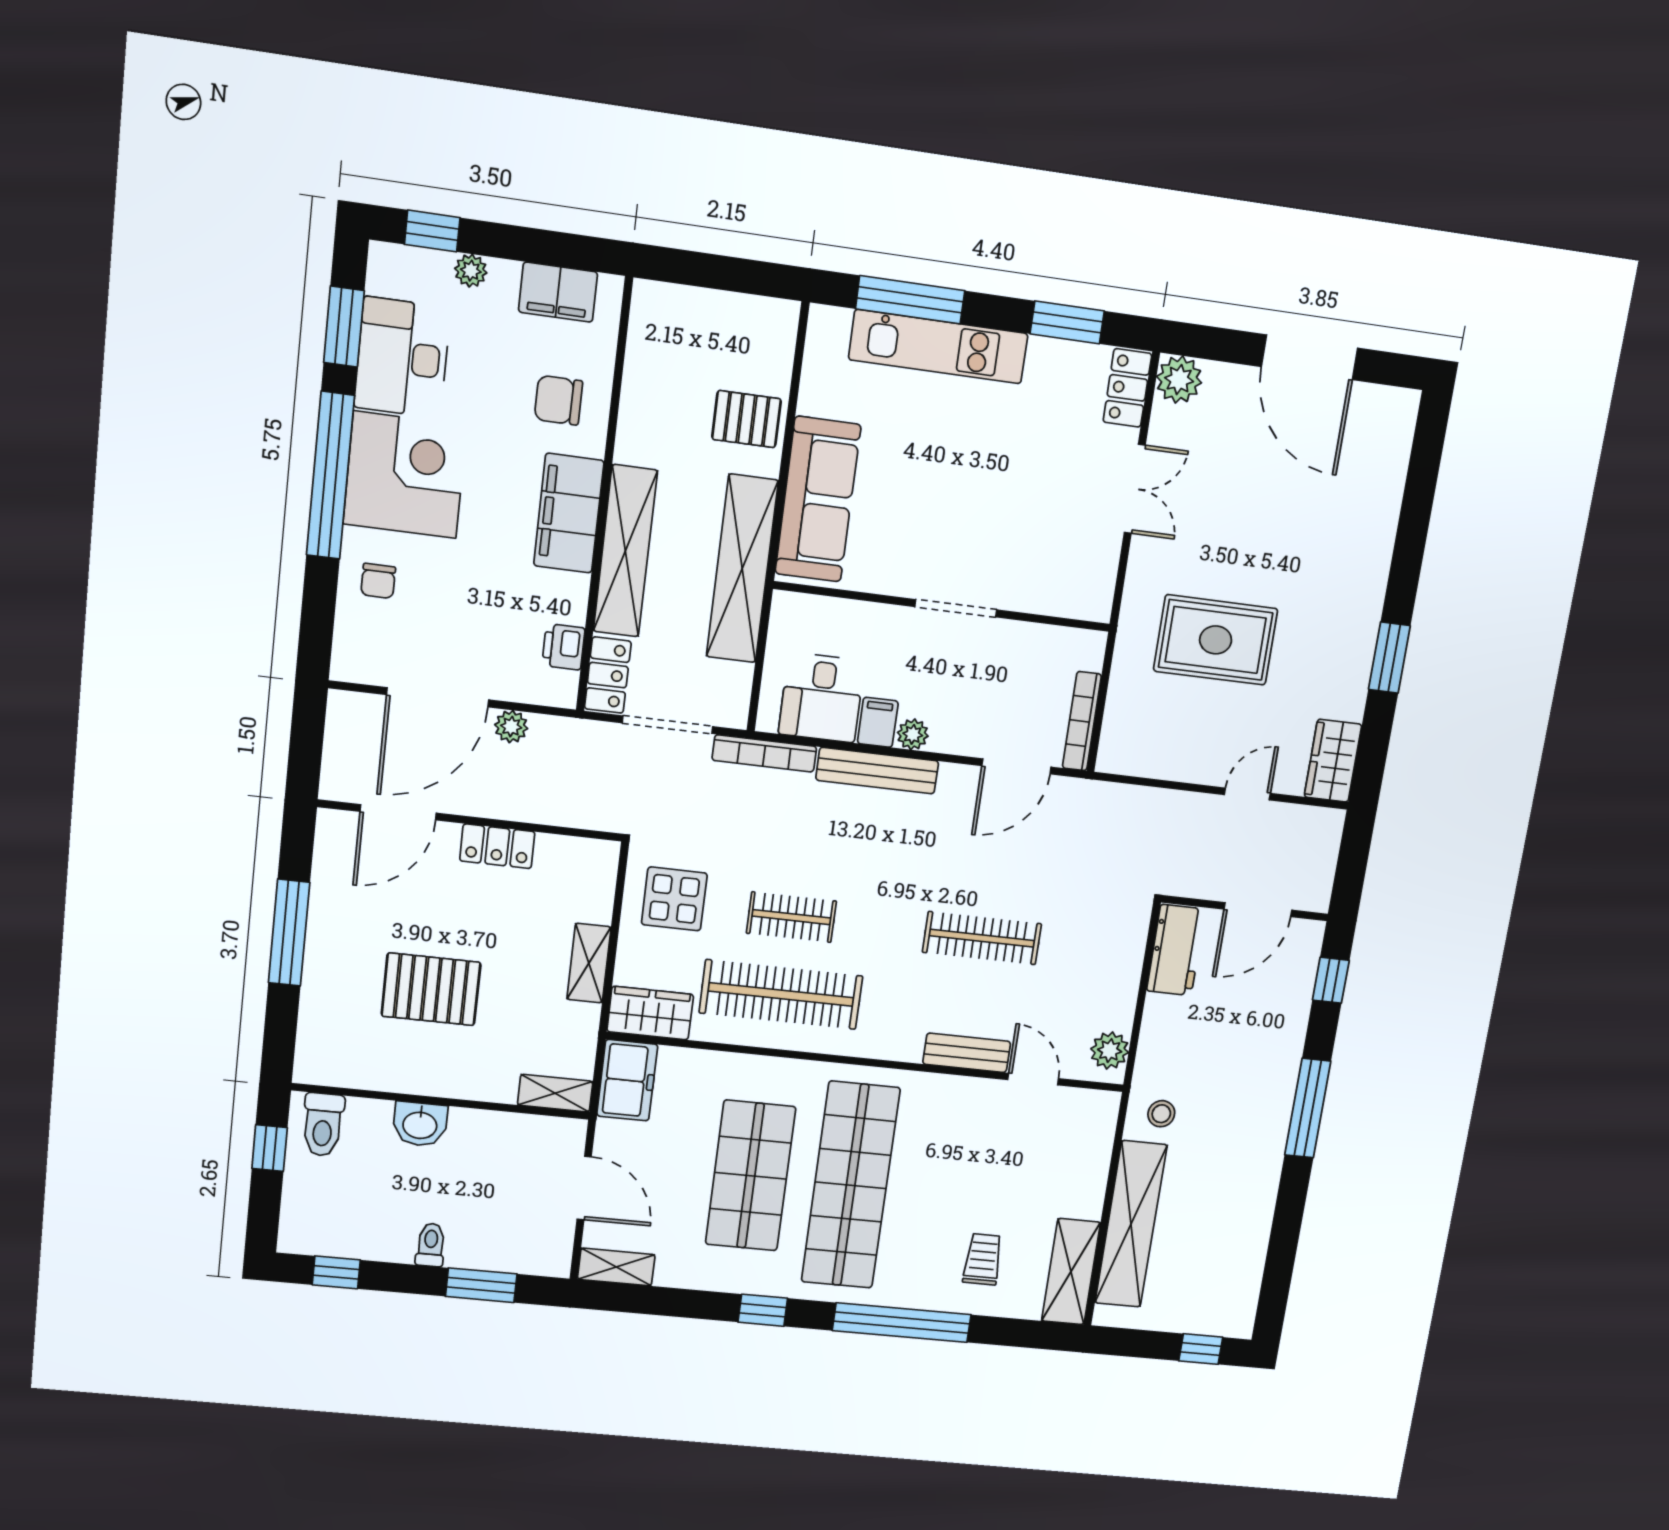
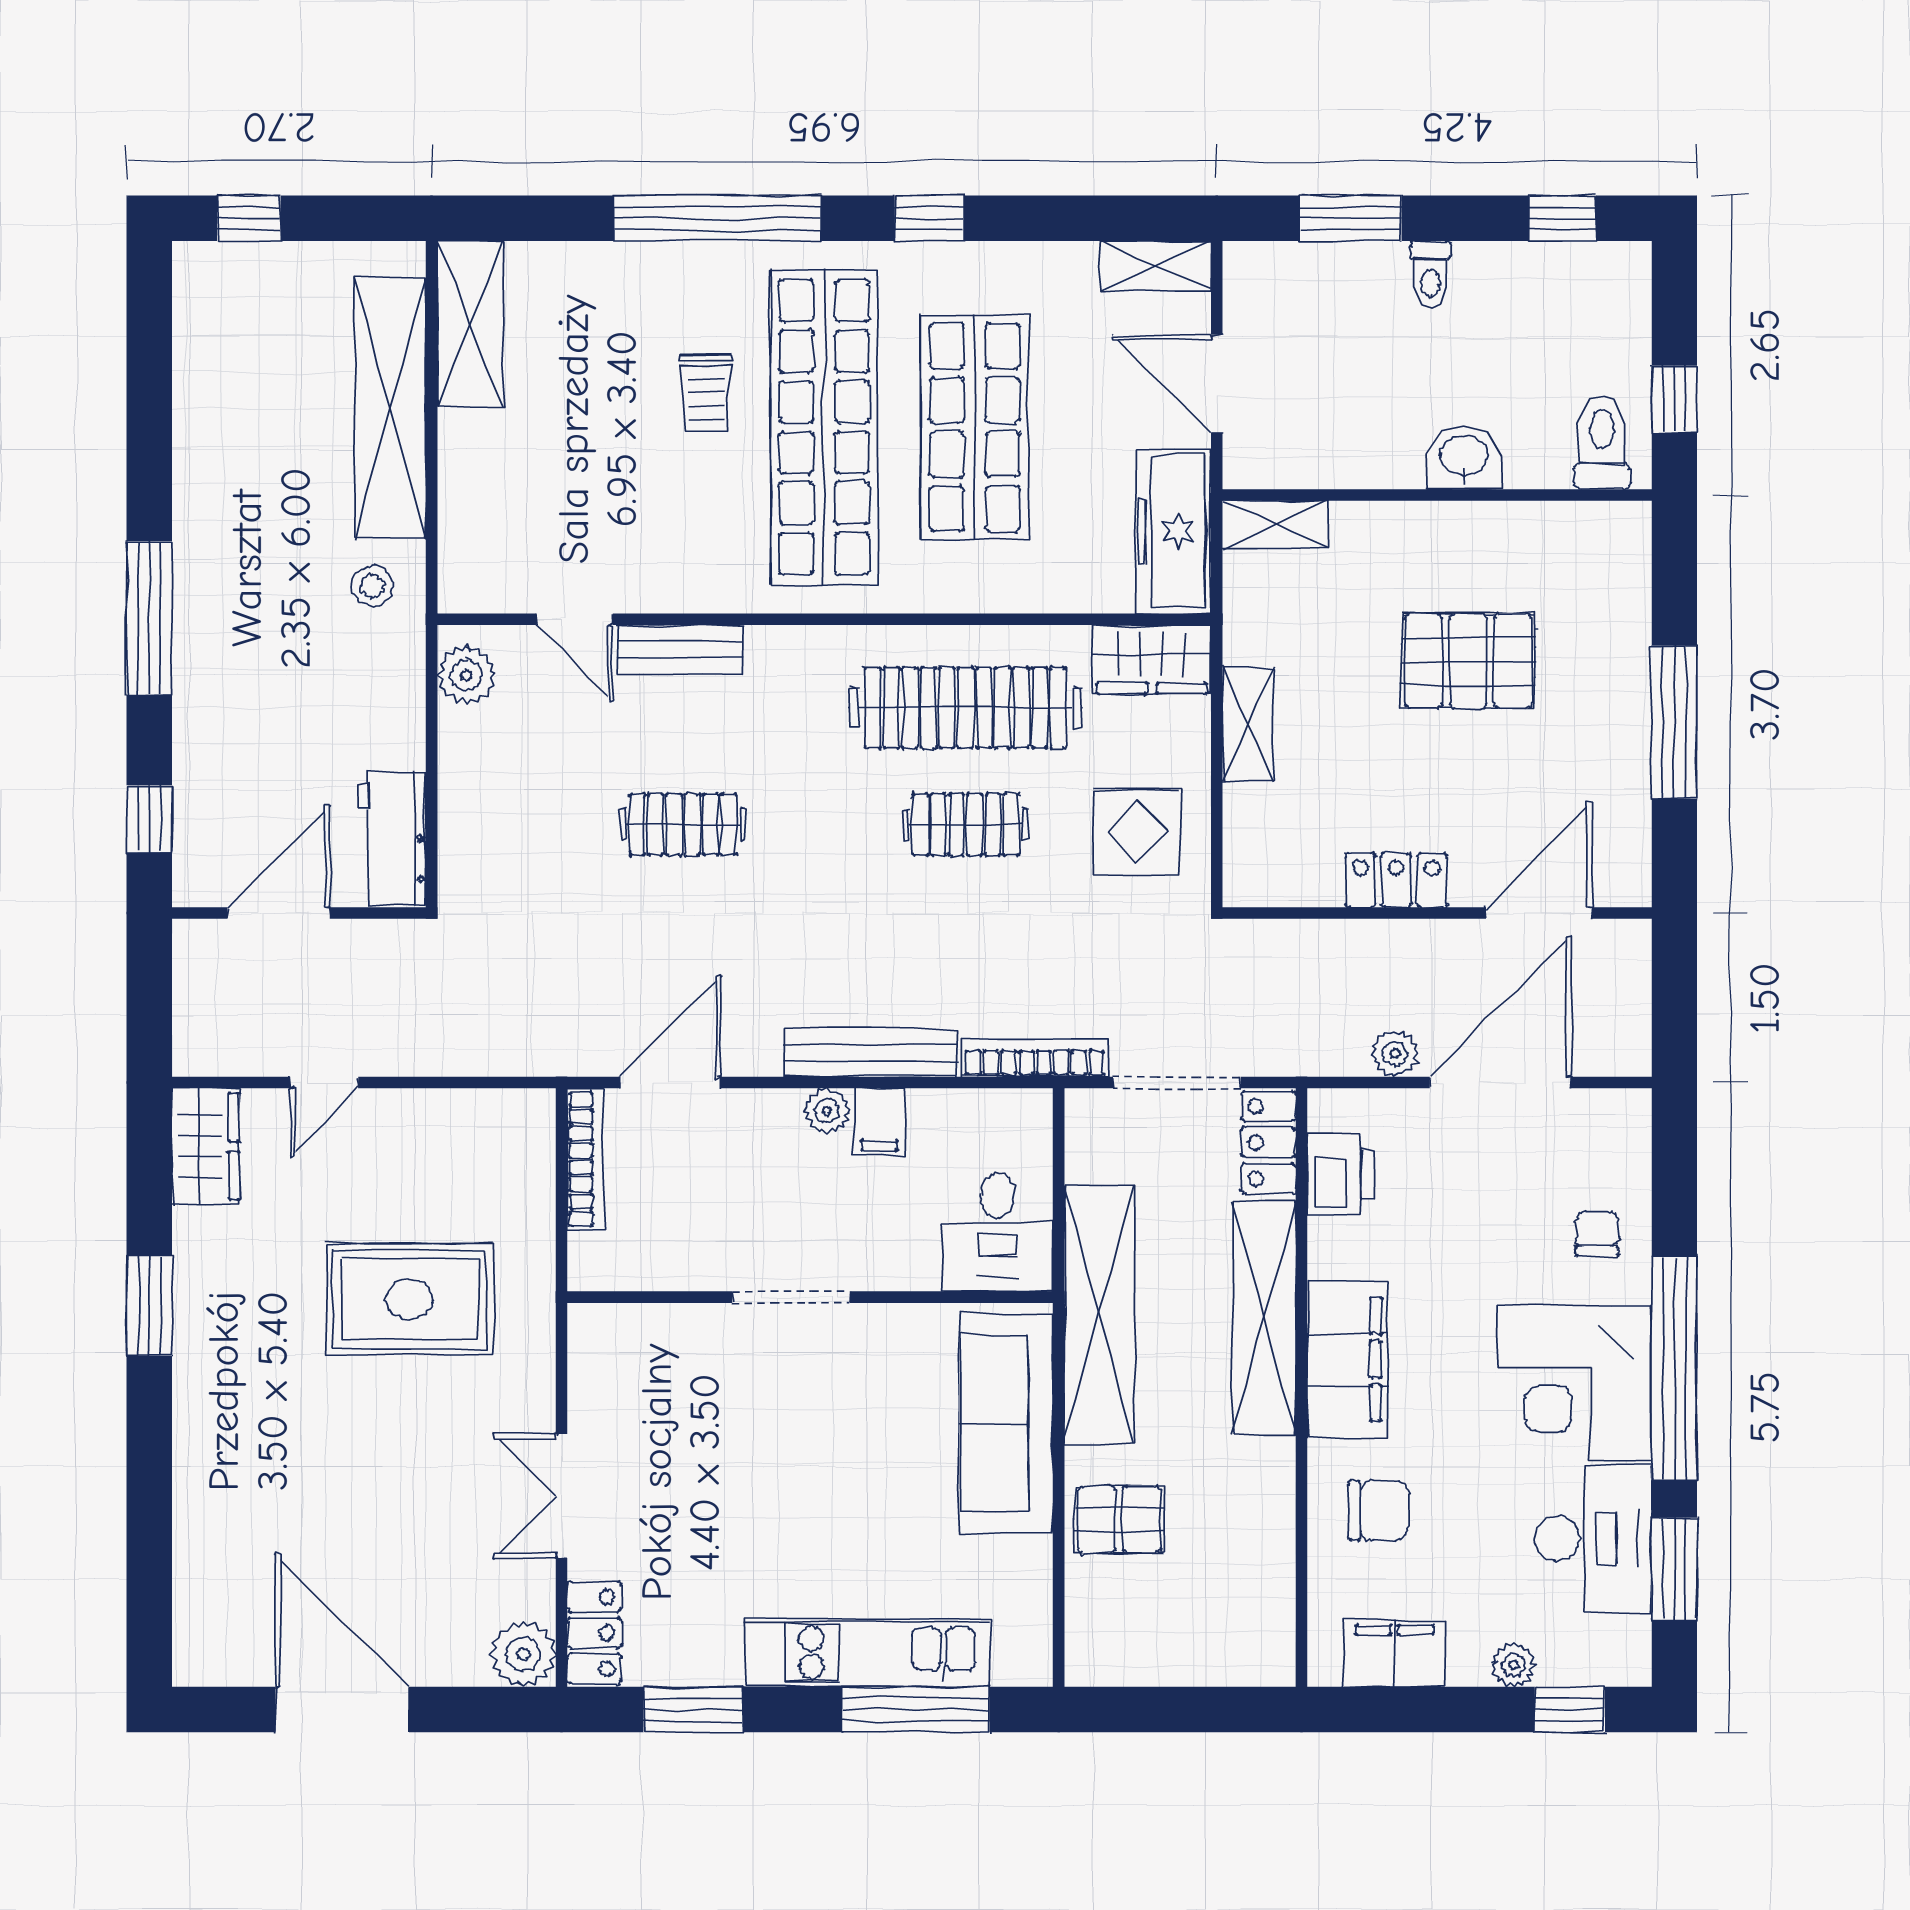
printer: (563, 647) -> (1341, 1174), width x1.36, depth x1.24
desk: (822, 697) -> (998, 1232), moved, turned 180
clothes rail: (982, 938) -> (683, 824), width x0.73
freezer: (627, 1080) -> (1173, 531), width x1.40
trolley: (983, 1259) -> (706, 394), moved

